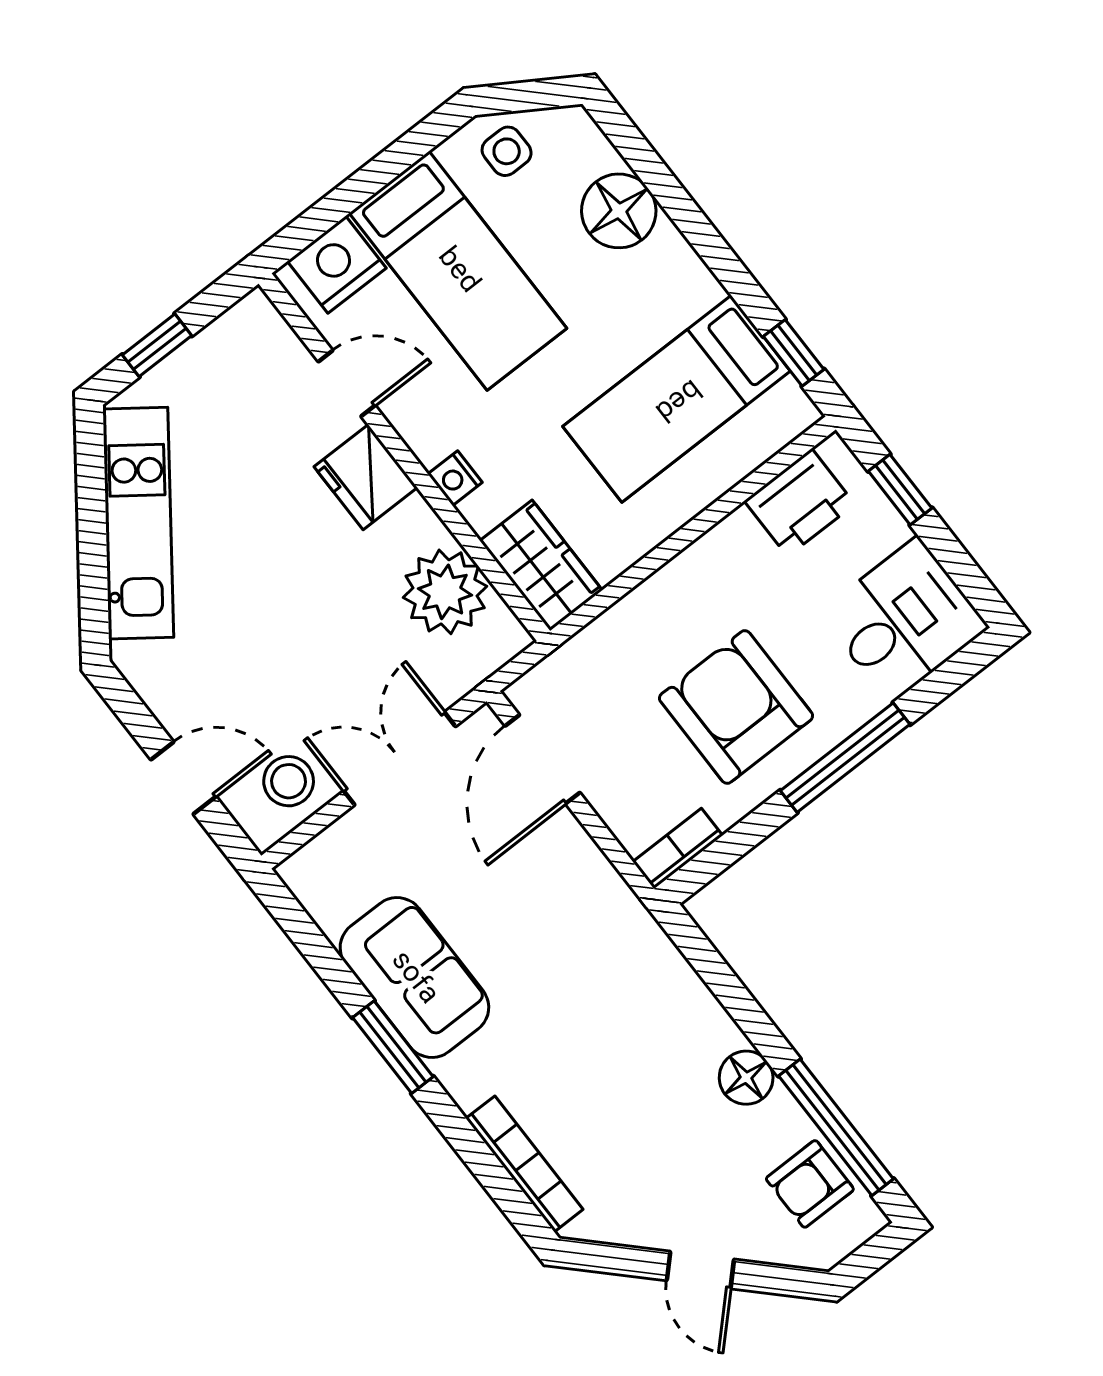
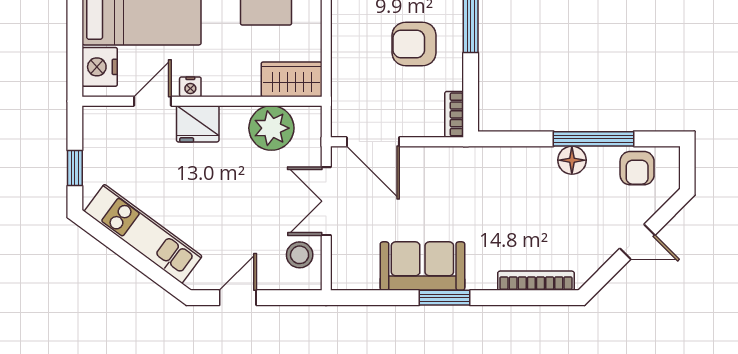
nightstand: (455, 478) -> (190, 87), moved
armchair: (736, 707) -> (414, 44), width x0.73, depth x0.73
door: (183, 778) -> (238, 298), moved
window: (836, 1127) -> (594, 139), moved

